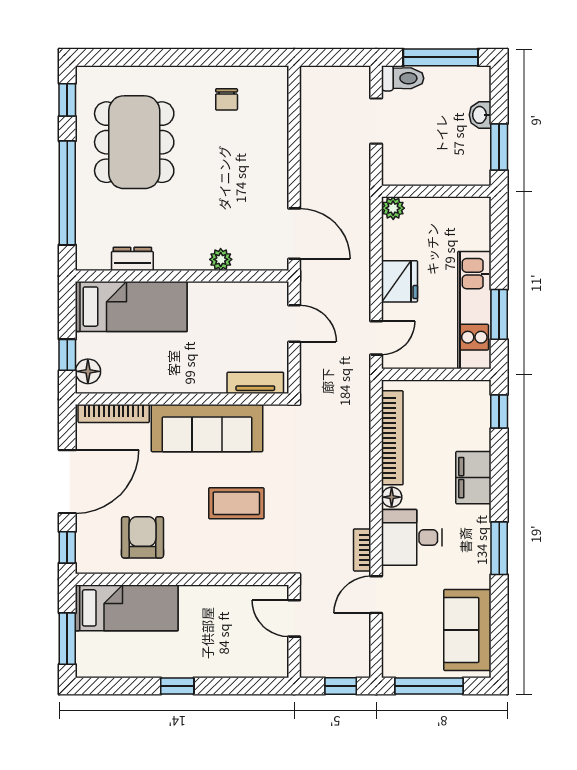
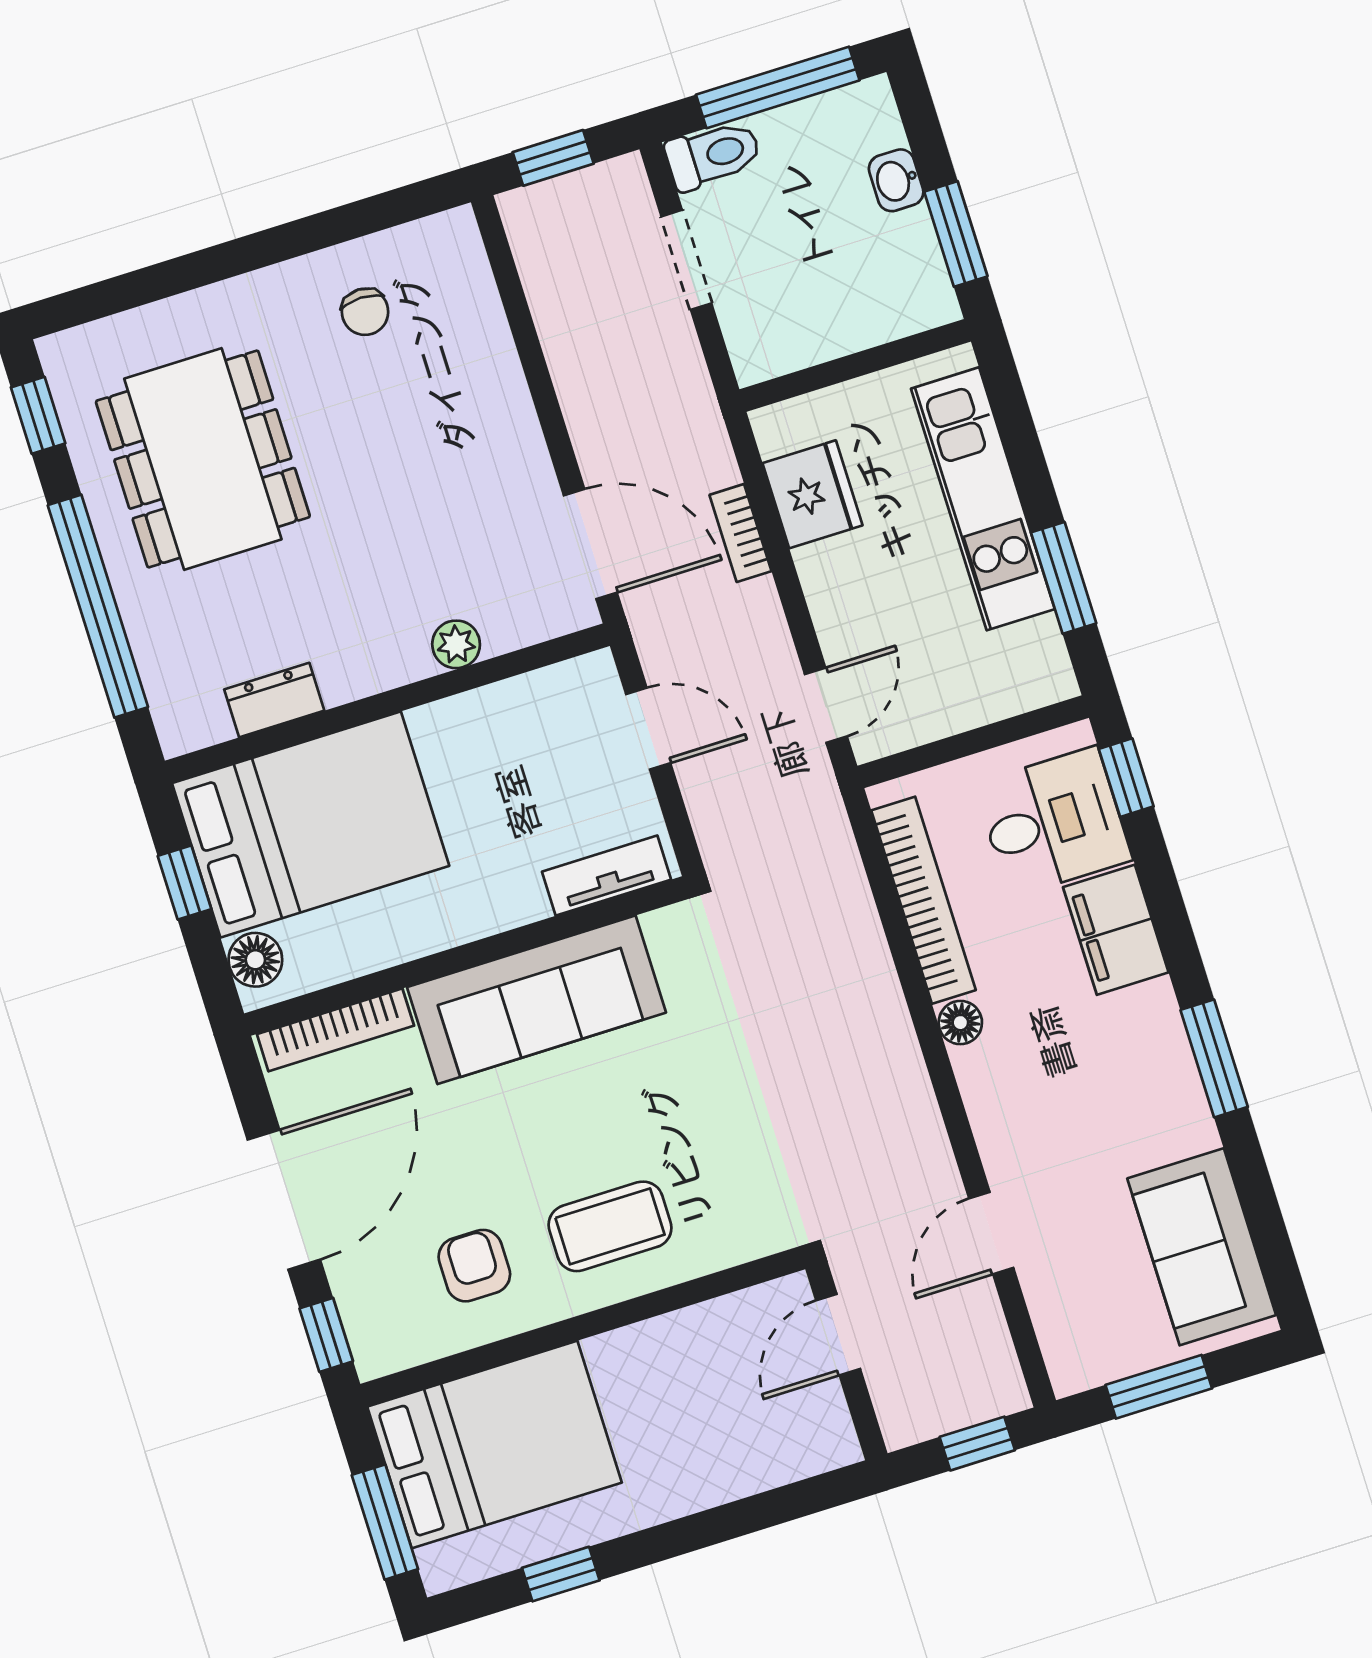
window: (331, 57) -> (553, 158), added
plant: (393, 208) -> (777, 428), removed
fridge: (399, 281) -> (812, 494), moved
bed: (131, 307) -> (311, 825), width x1.50
kitchen unit: (474, 310) -> (983, 499), moved
window: (67, 355) -> (184, 882), moved
coffee table: (236, 503) -> (610, 1226), moved
armchair: (142, 537) -> (474, 1266), width x0.72, depth x0.72
desk: (412, 537) -> (1053, 822), moved, turned 180
bookcase: (362, 550) -> (740, 533), moved
bed: (127, 608) -> (495, 1445), width x1.50
door: (294, 618) -> (838, 1335), hinge flipped
window: (177, 686) -> (561, 1574), moved
window: (429, 686) -> (1159, 1387), width x0.69

